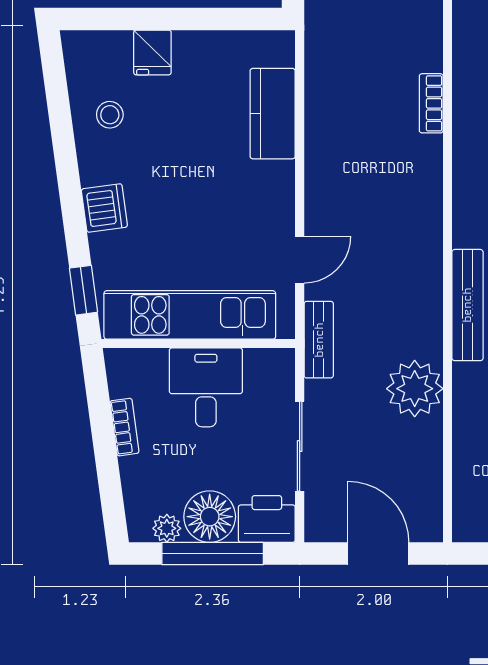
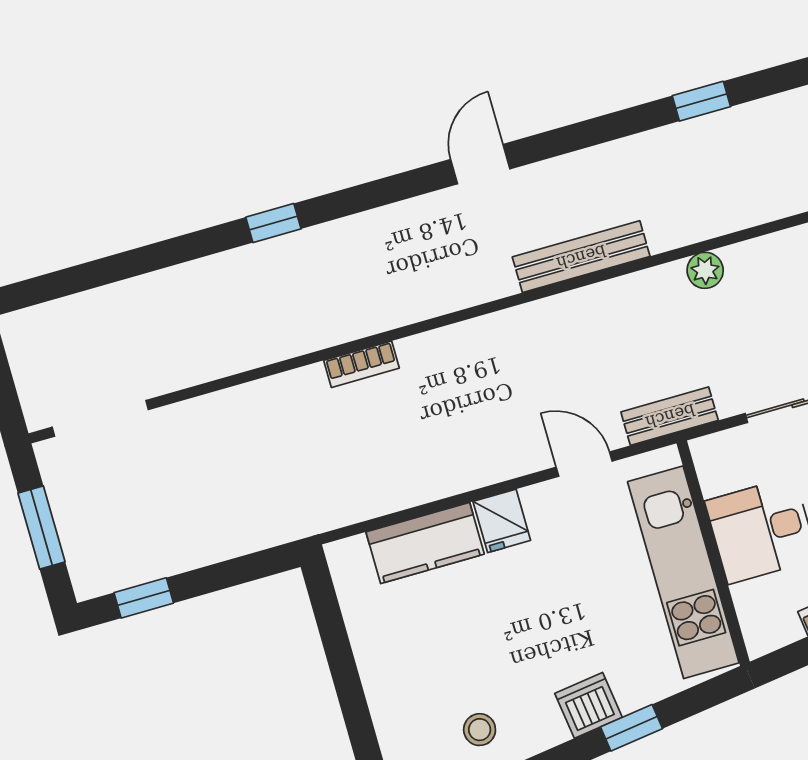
fridge: (152, 52) -> (502, 521), moved, turned 90
window: (84, 290) -> (631, 728), moved
plant: (415, 389) -> (705, 270), width x0.53, depth x0.53

